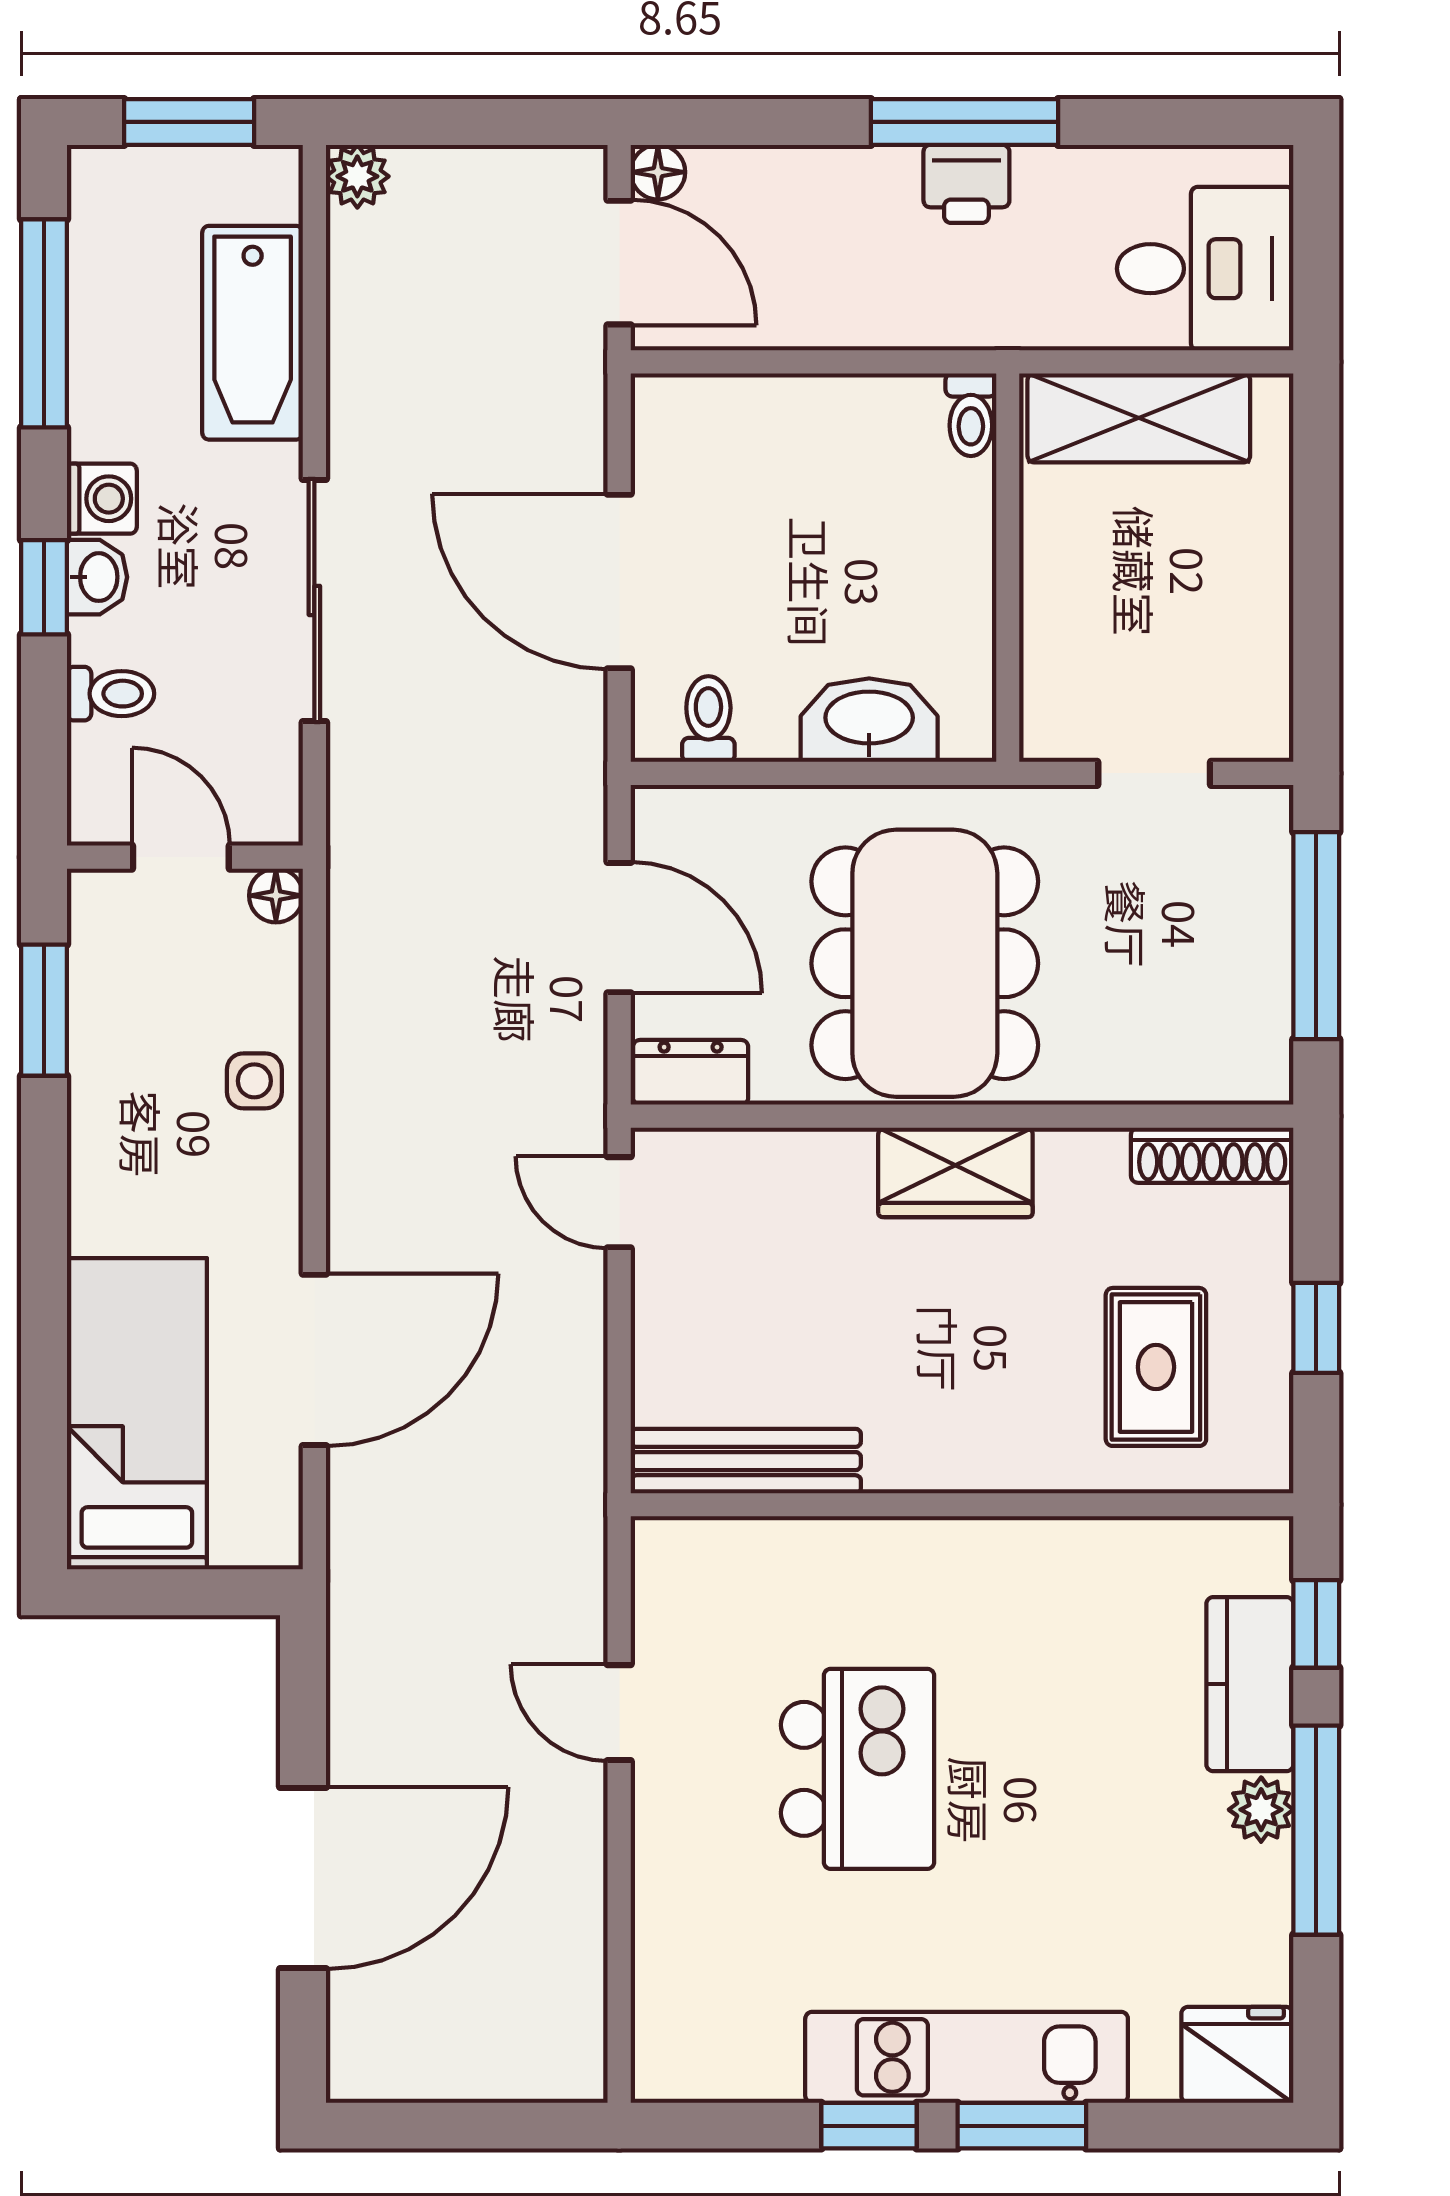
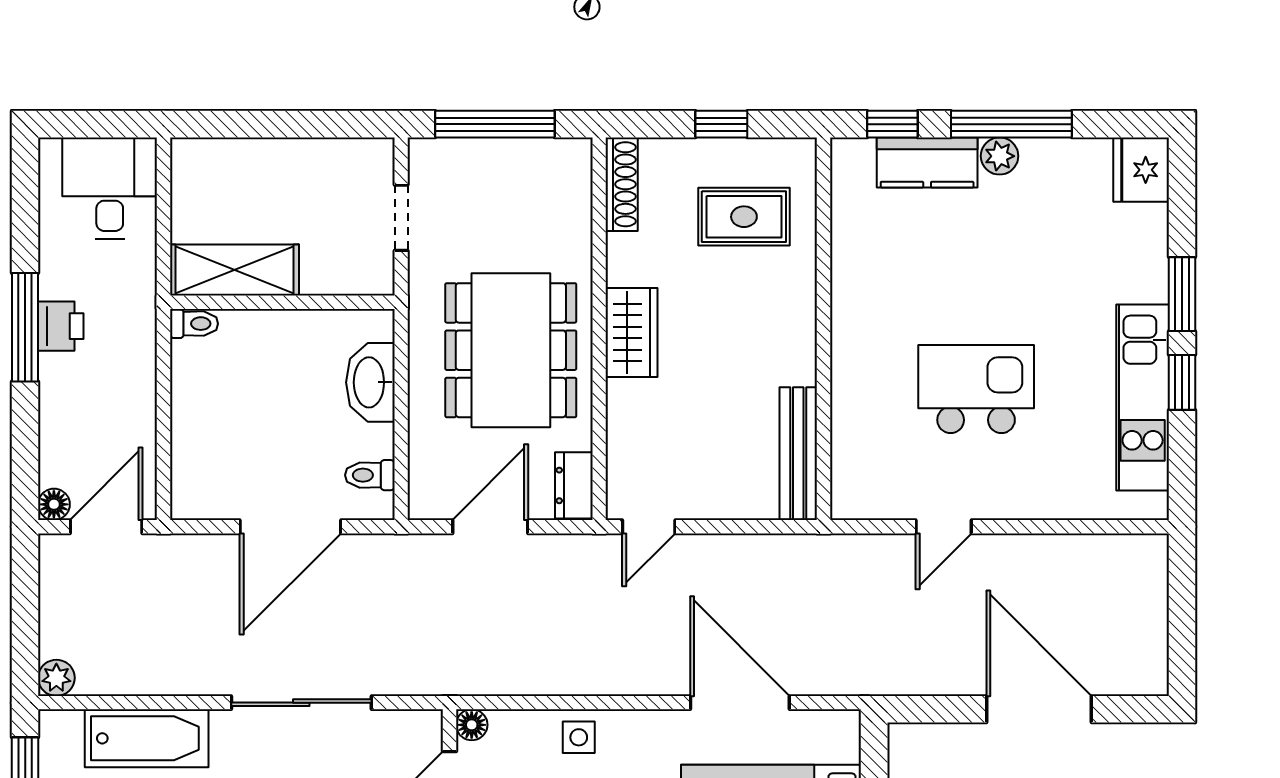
shelving: (1139, 418) -> (234, 270), moved, turned 90
dining table: (925, 963) -> (511, 350), turned 90
kitchen unit: (967, 2057) -> (1143, 397), moved

